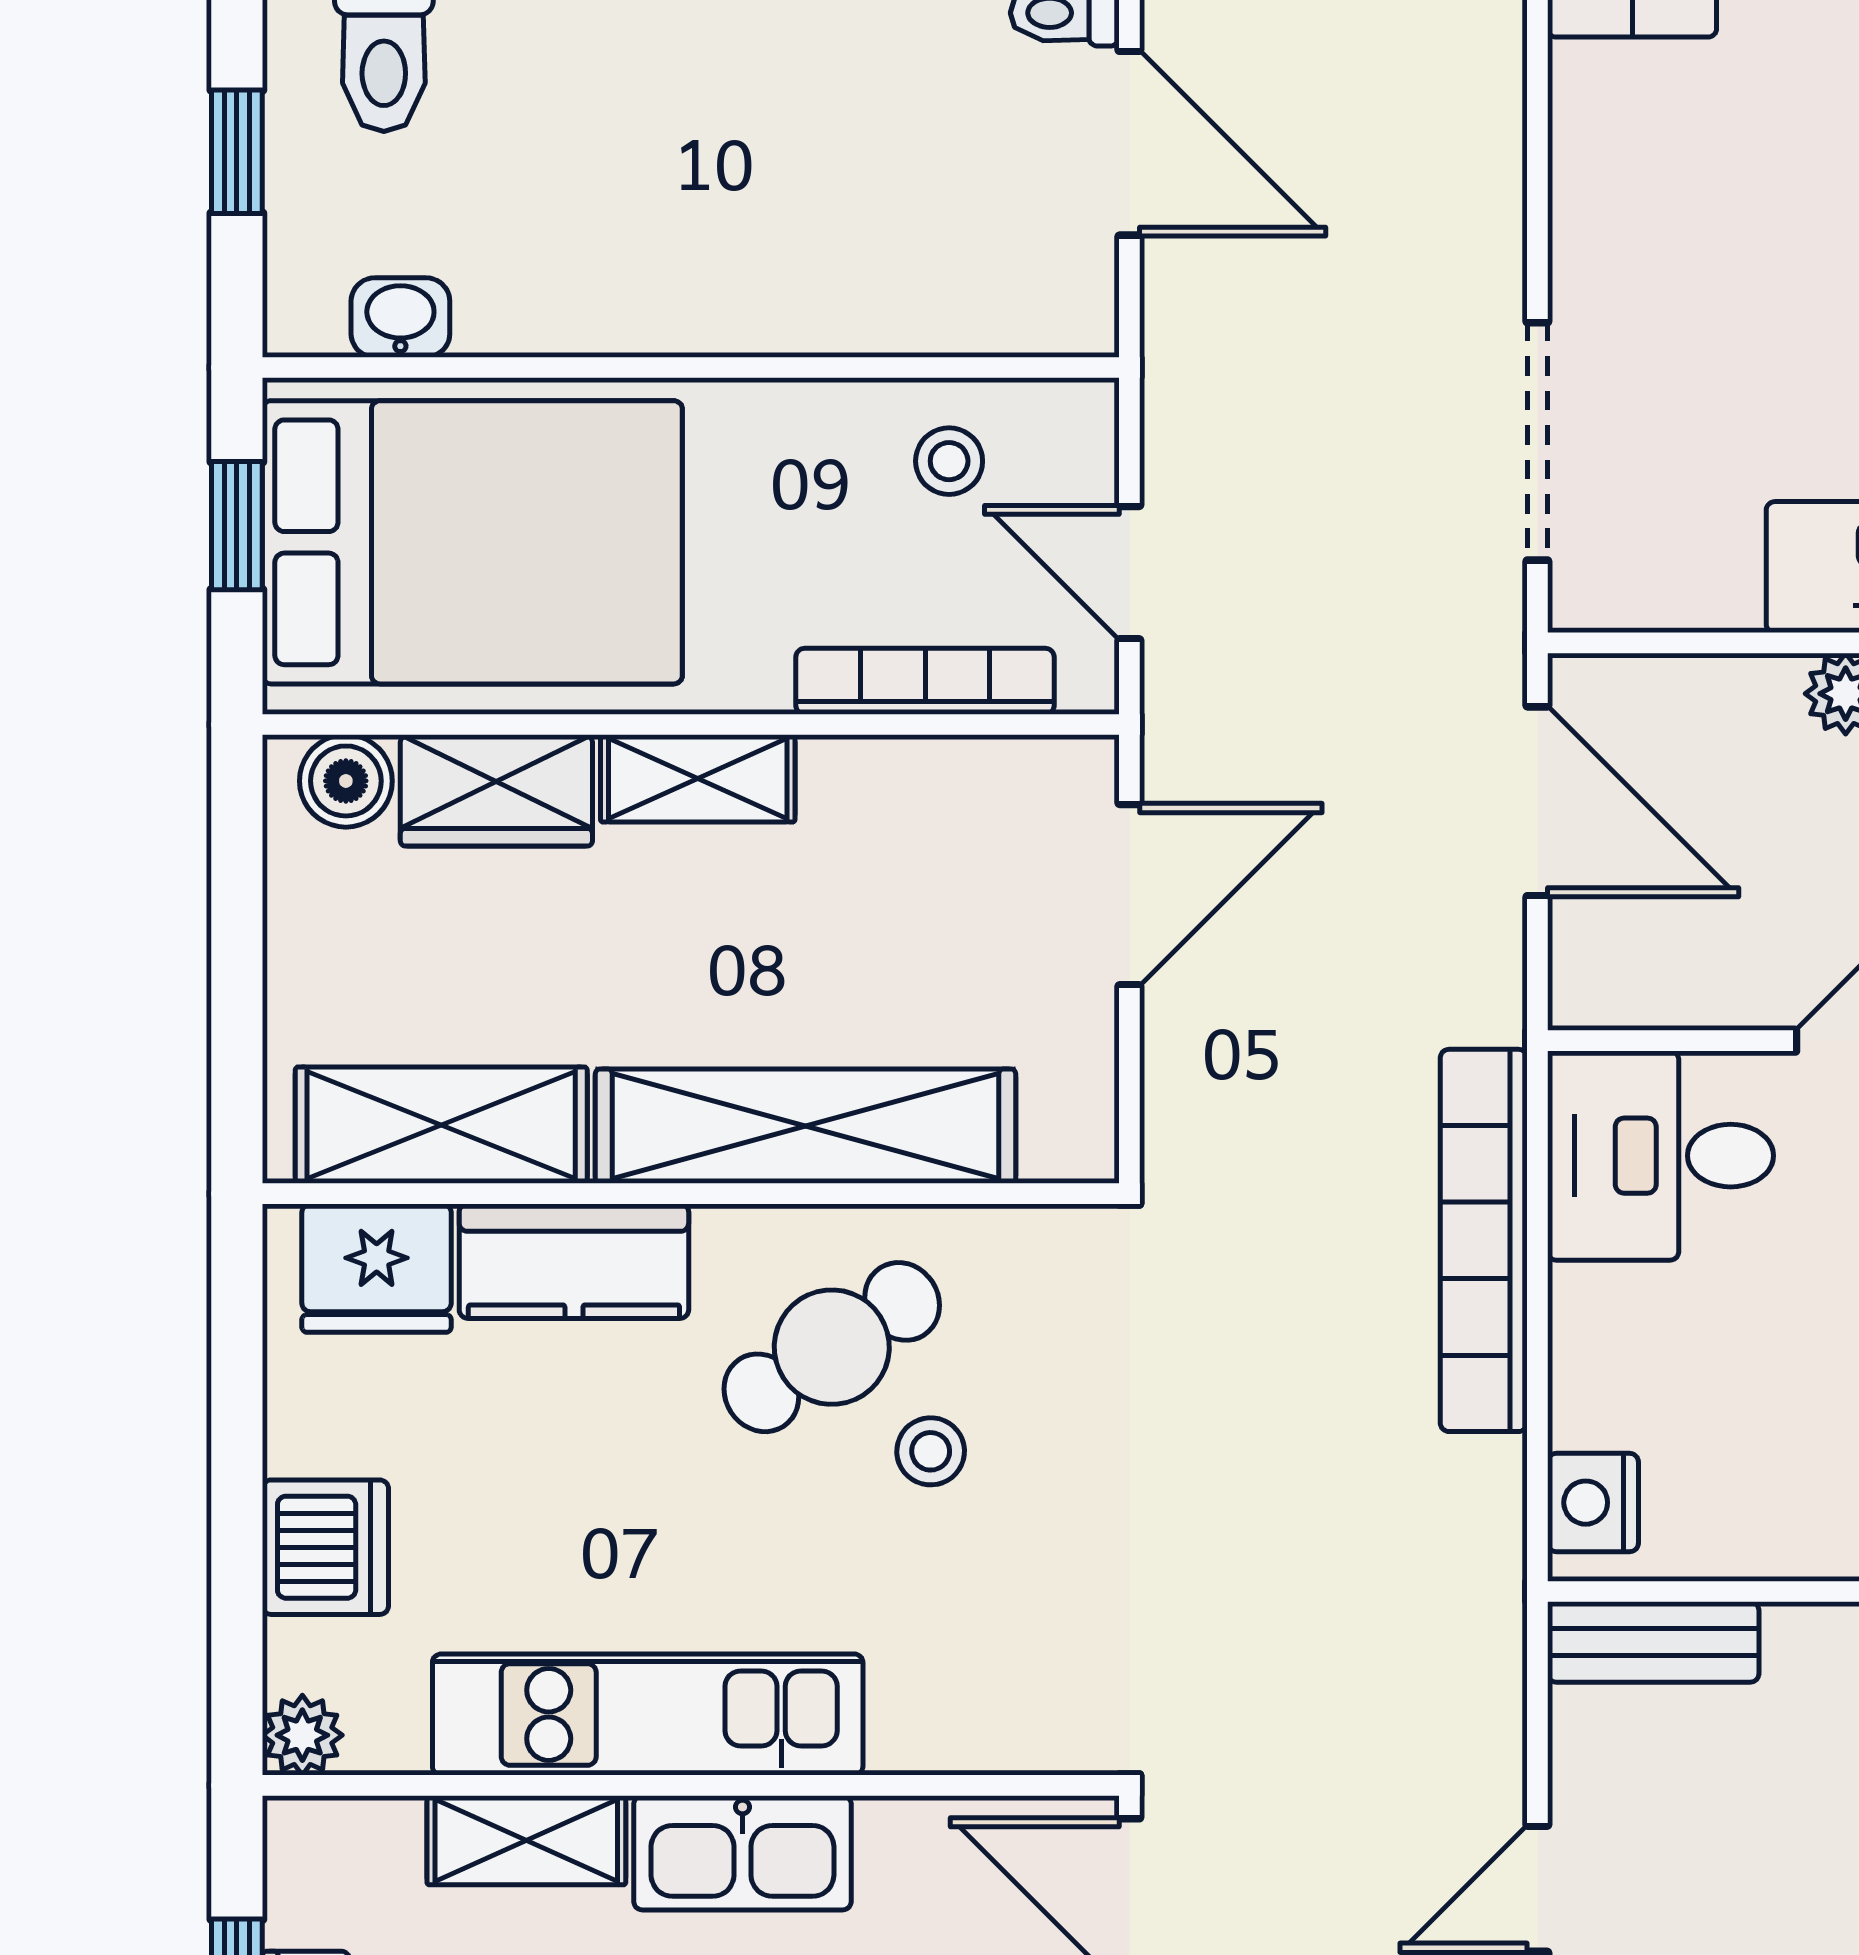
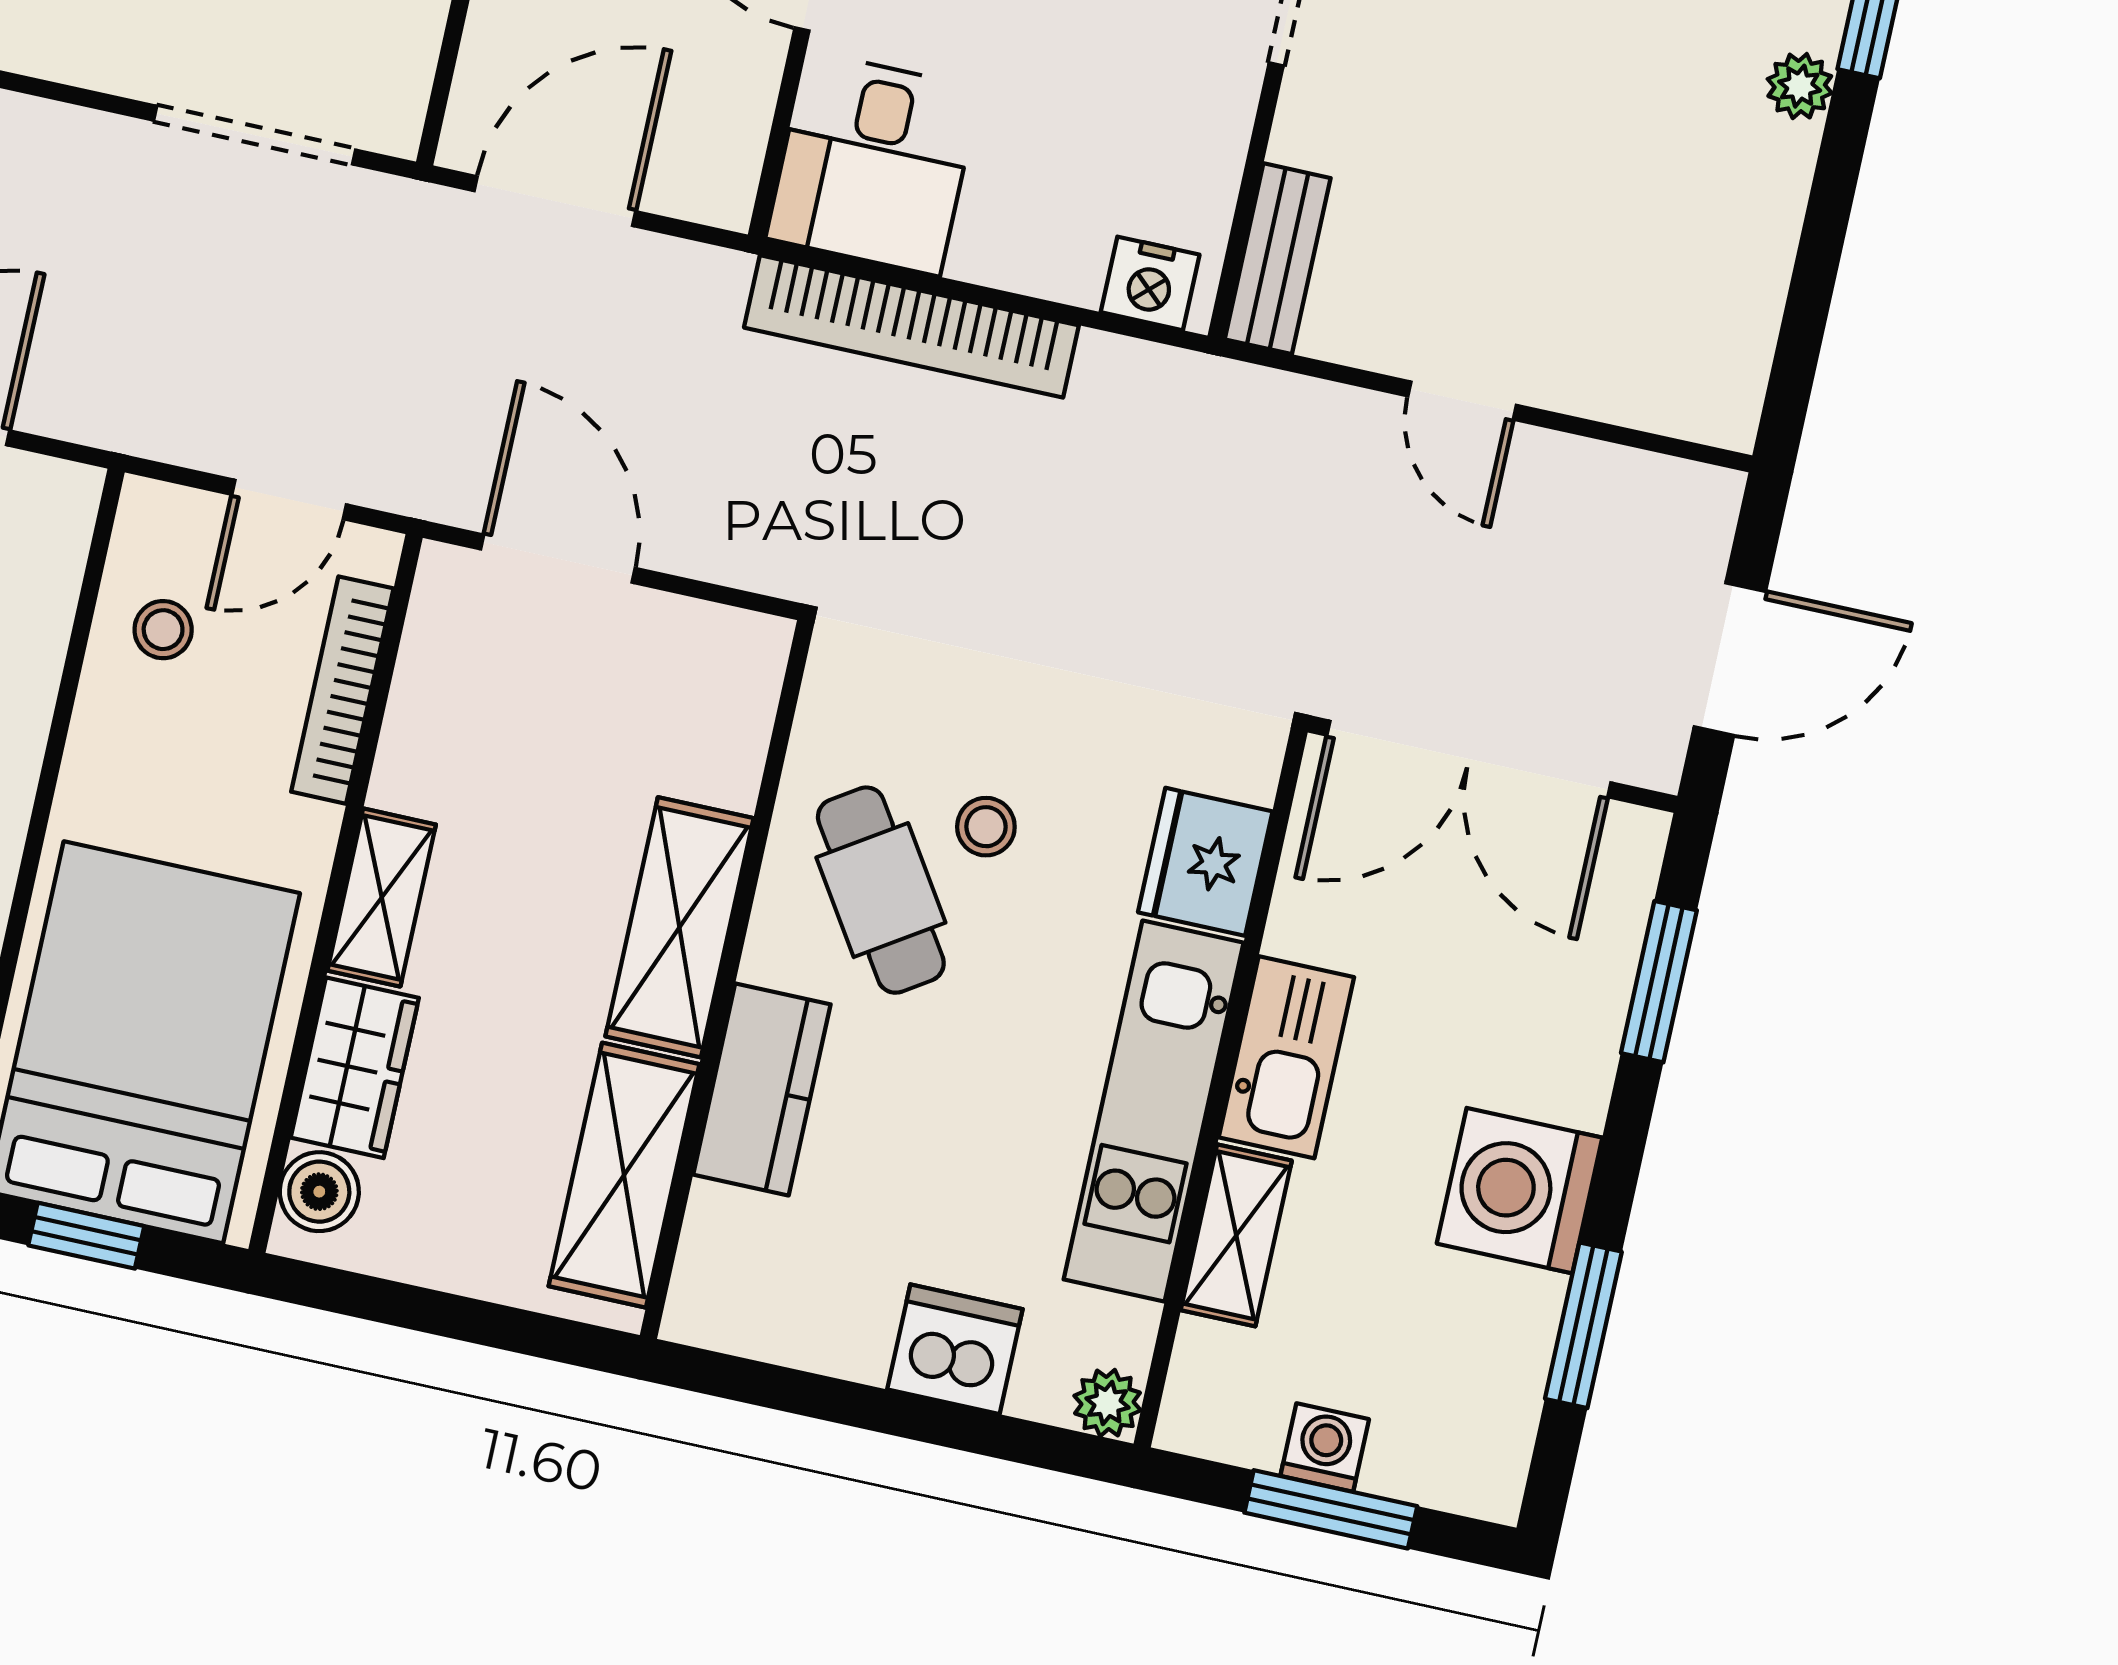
shelving: (805, 1126) -> (679, 927), width x0.68
fridge: (377, 1268) -> (1205, 862), moved, turned 180

